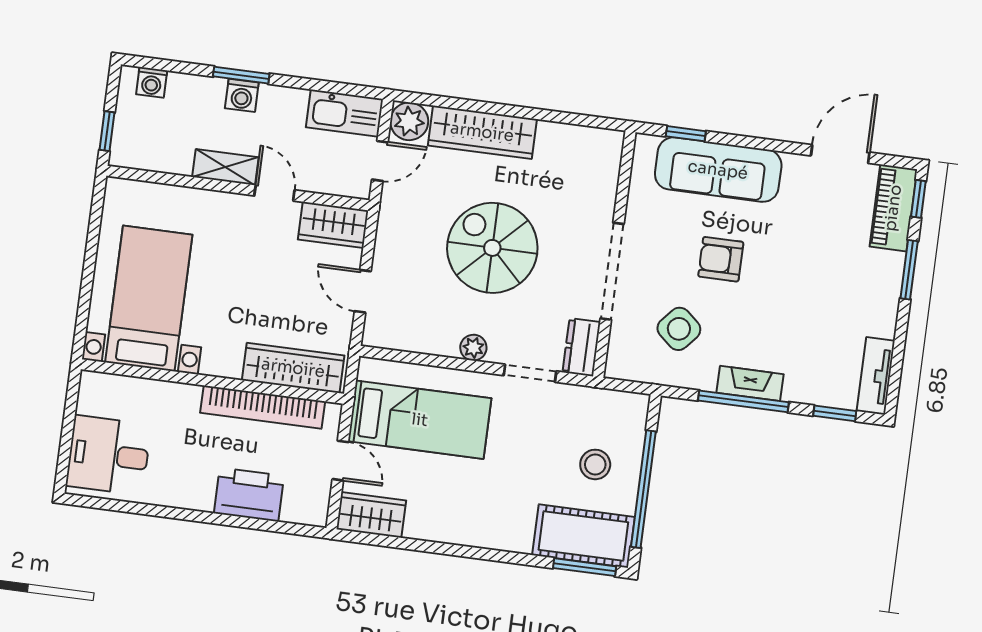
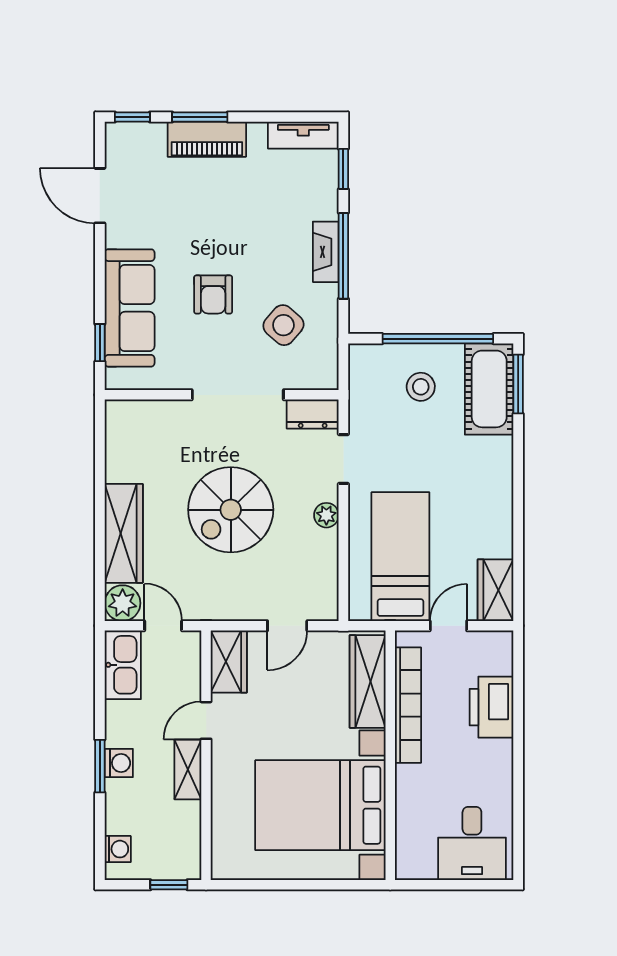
piano: (893, 208) -> (207, 139), moved
bed with nightstands: (149, 298) -> (320, 805), width x1.36

